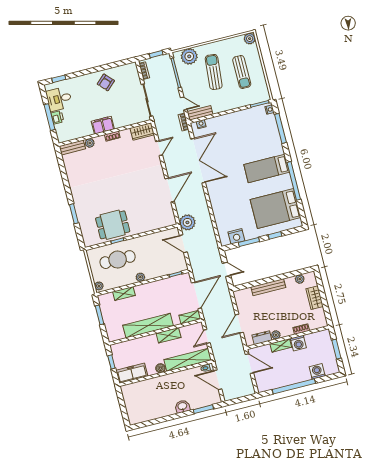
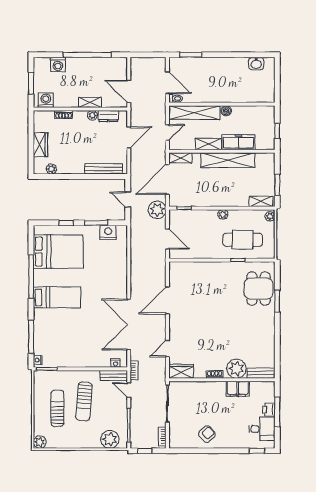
sun lounger: (214, 72) -> (84, 401), moved
filing cabinet: (103, 125) -> (238, 389), moved
plant: (90, 143) -> (236, 369), width x1.88, depth x1.88
plant: (187, 222) -> (157, 210), moved
dining table: (113, 225) -> (259, 289), moved, turned 90
bench: (268, 287) -> (104, 169), moved
shelving: (124, 294) -> (261, 201), moved
washing machine: (298, 343) -> (46, 100), moved
freezer: (132, 373) -> (239, 142), moved, turned 180
washbasin: (182, 406) -> (256, 64), moved

